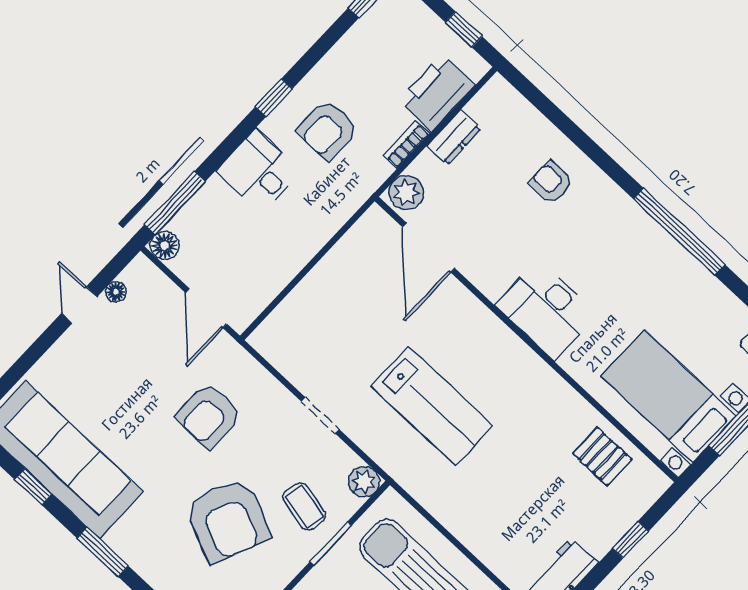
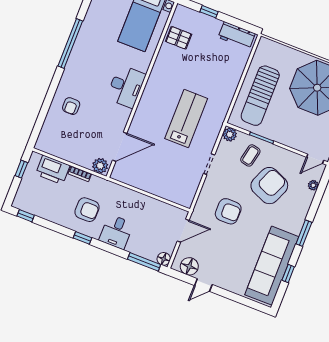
dresser: (454, 137) -> (69, 155), removed
floor lamp: (116, 292) -> (189, 266), width x1.89, depth x1.89
pallet: (602, 457) -> (179, 38), turned 90

